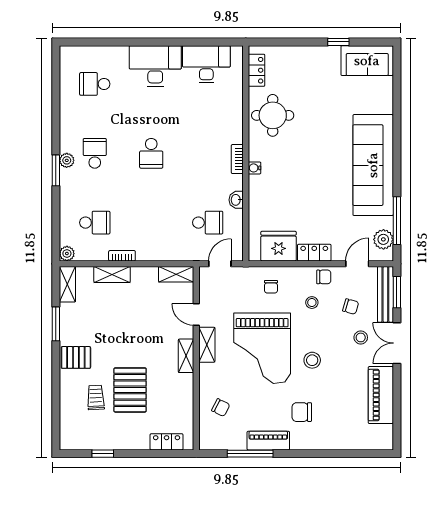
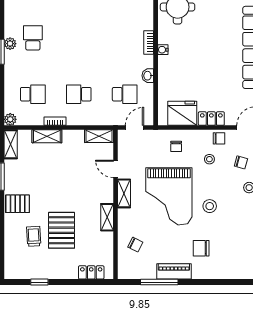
school desk: (151, 153) -> (79, 94), moved, turned 90
shelving: (186, 356) -> (107, 217), moved

